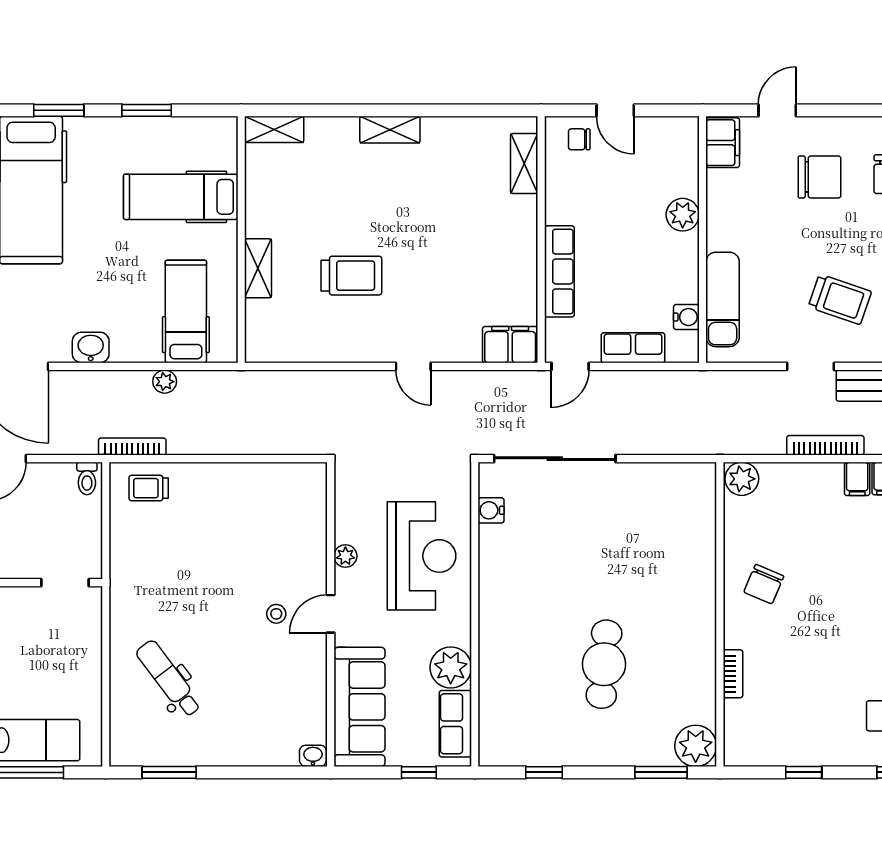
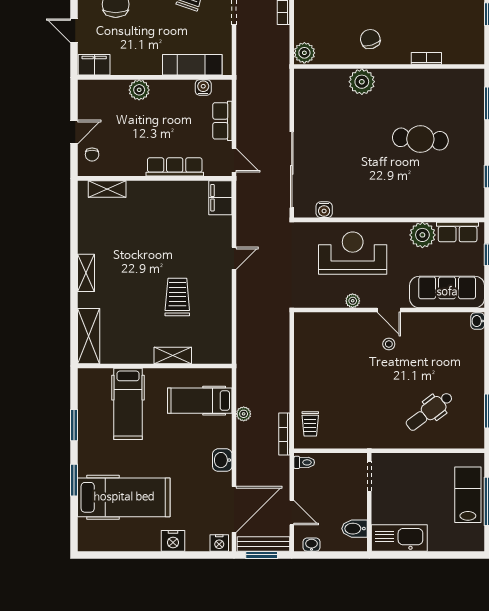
shelving: (274, 129) -> (89, 336), width x1.50, depth x1.33
chair: (764, 584) -> (370, 39), turned -130
plant: (696, 746) -> (362, 82), moved

